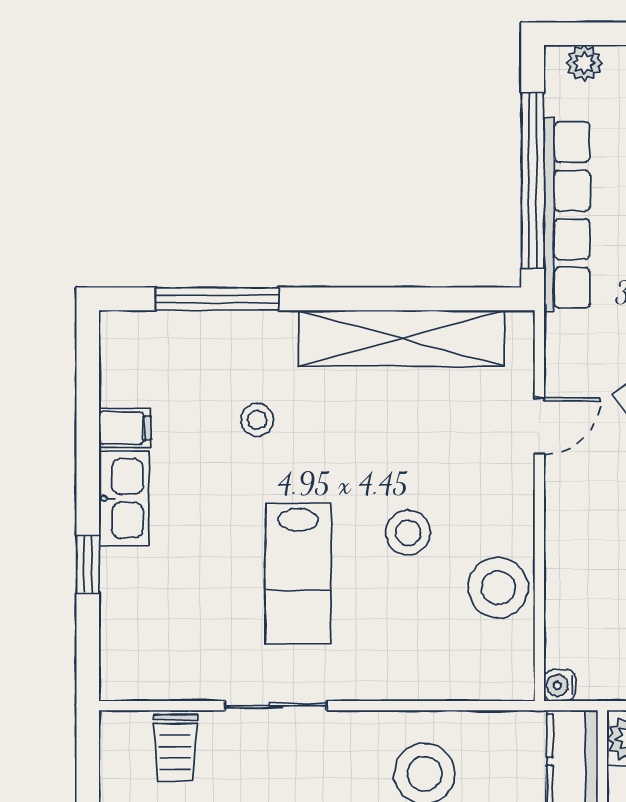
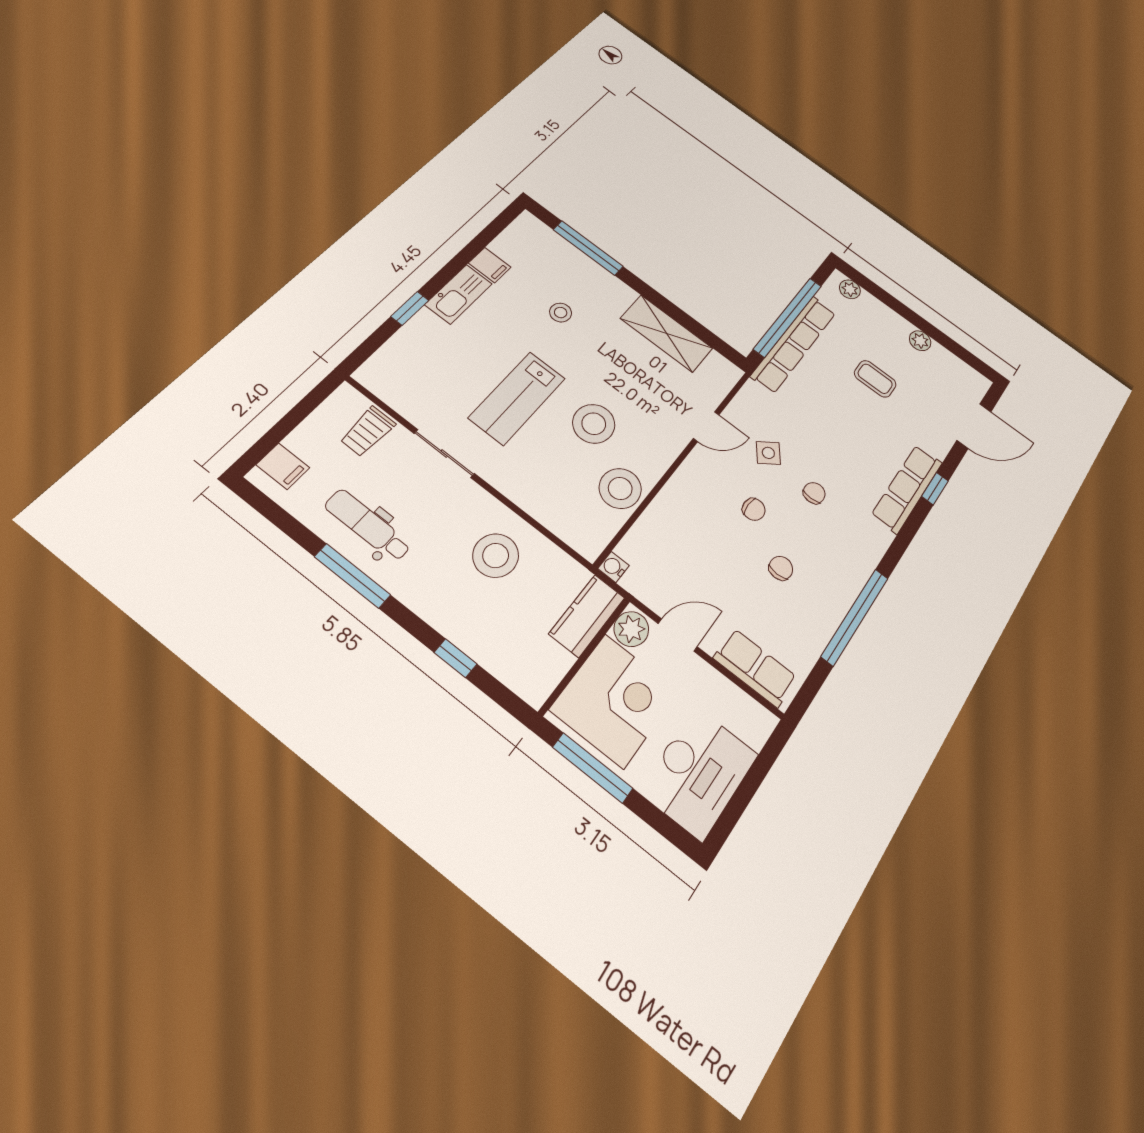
shelving: (401, 338) -> (666, 333), width x0.68
stool: (408, 533) -> (594, 424), width x1.38, depth x1.38

